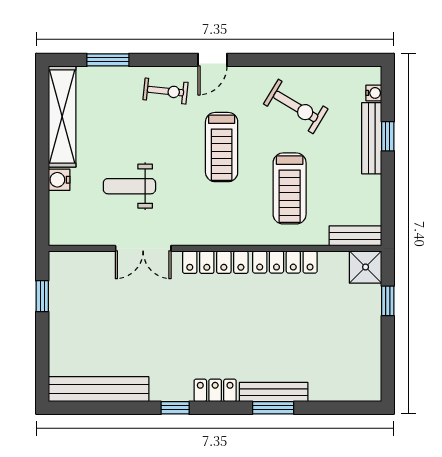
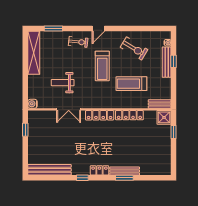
water cooler: (59, 180) -> (32, 104), moved
treadmill: (290, 188) -> (131, 84), turned 90

